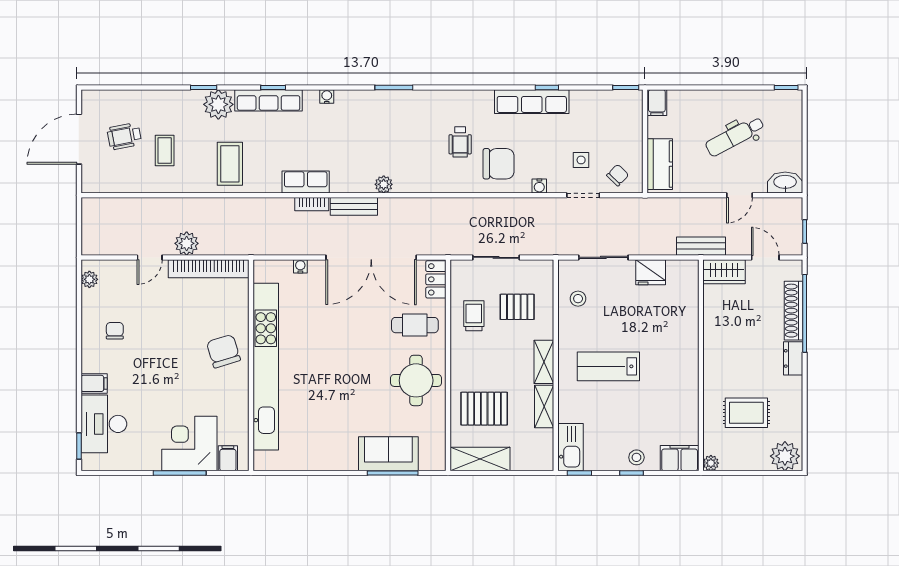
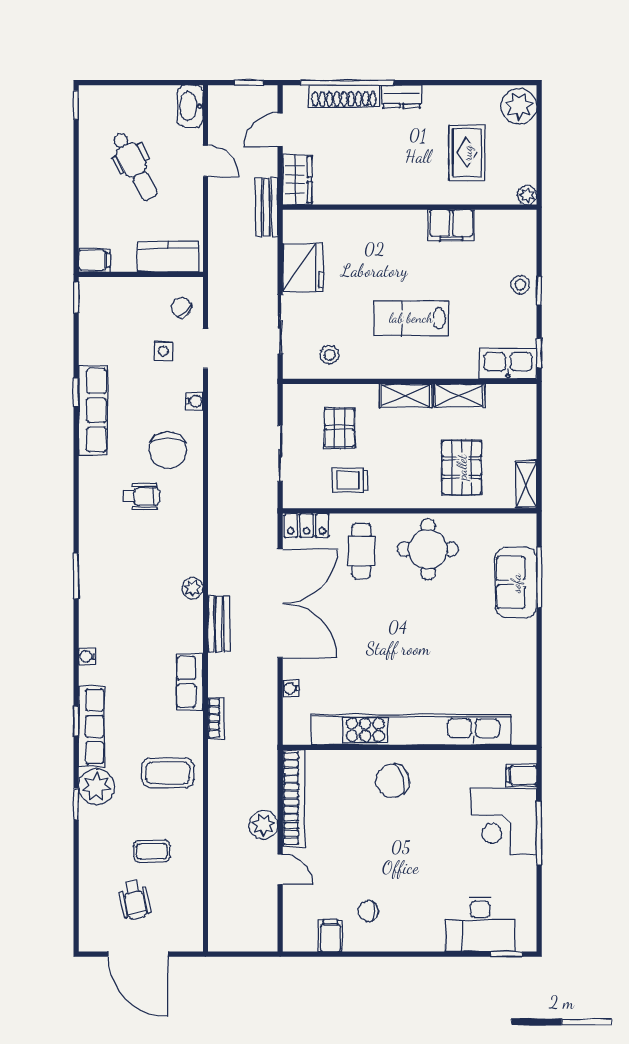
chair: (499, 164) -> (168, 450), turned 180
bookcase: (312, 204) -> (216, 718), moved
fridge: (651, 272) -> (303, 268), width x1.36, depth x1.34
plant: (89, 279) -> (307, 941), removed
lab bench: (608, 366) -> (411, 318), turned 90
filing cabinet: (94, 383) -> (330, 936), moved
filing cabinet: (680, 458) -> (451, 225), moved, turned -90
shelving: (480, 459) -> (526, 485), width x0.67, depth x0.75

